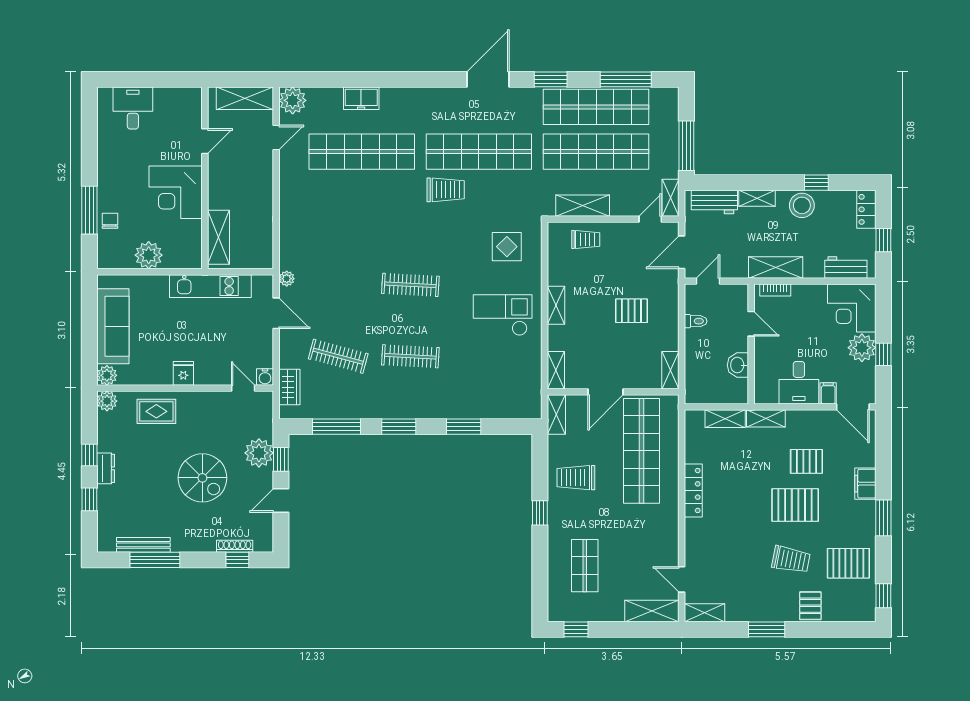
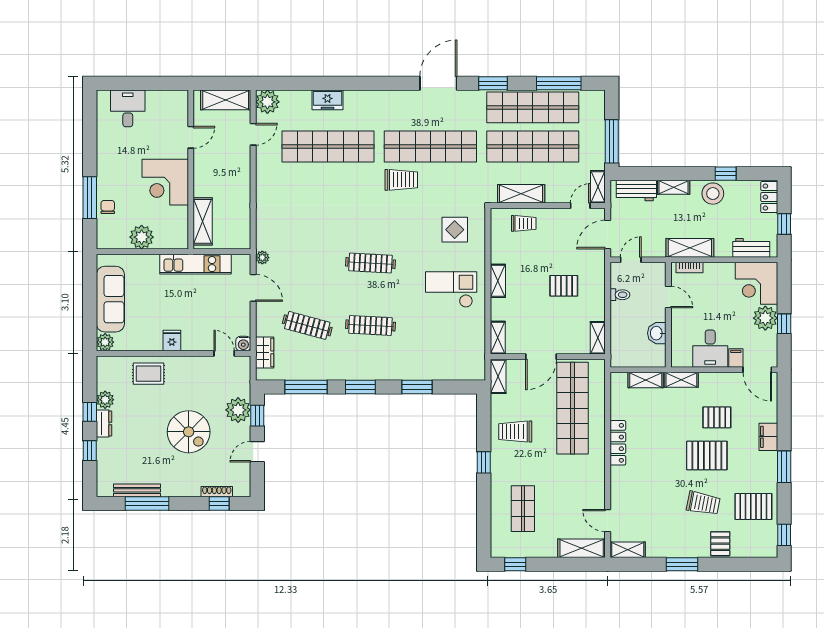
plant: (107, 401) -> (105, 400), moved

